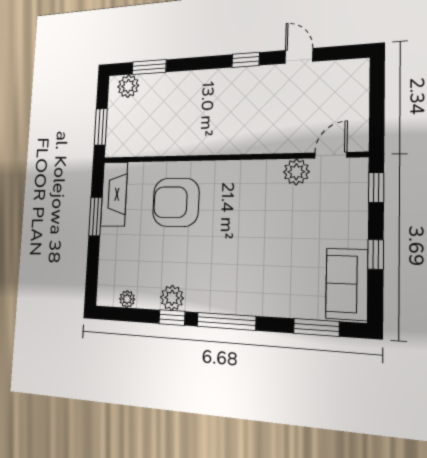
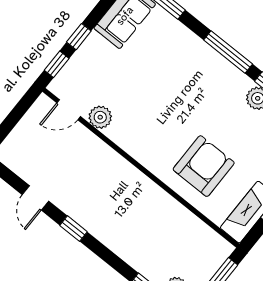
armchair: (176, 202) -> (204, 166), turned -90
window: (376, 254) -> (79, 37), moved

